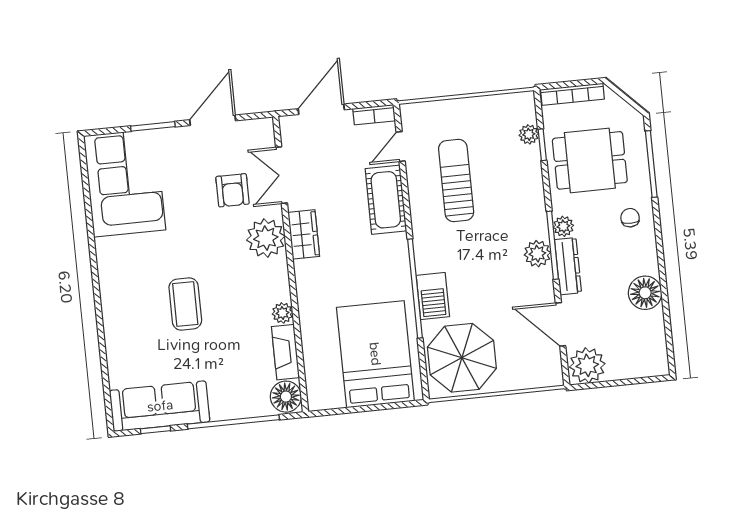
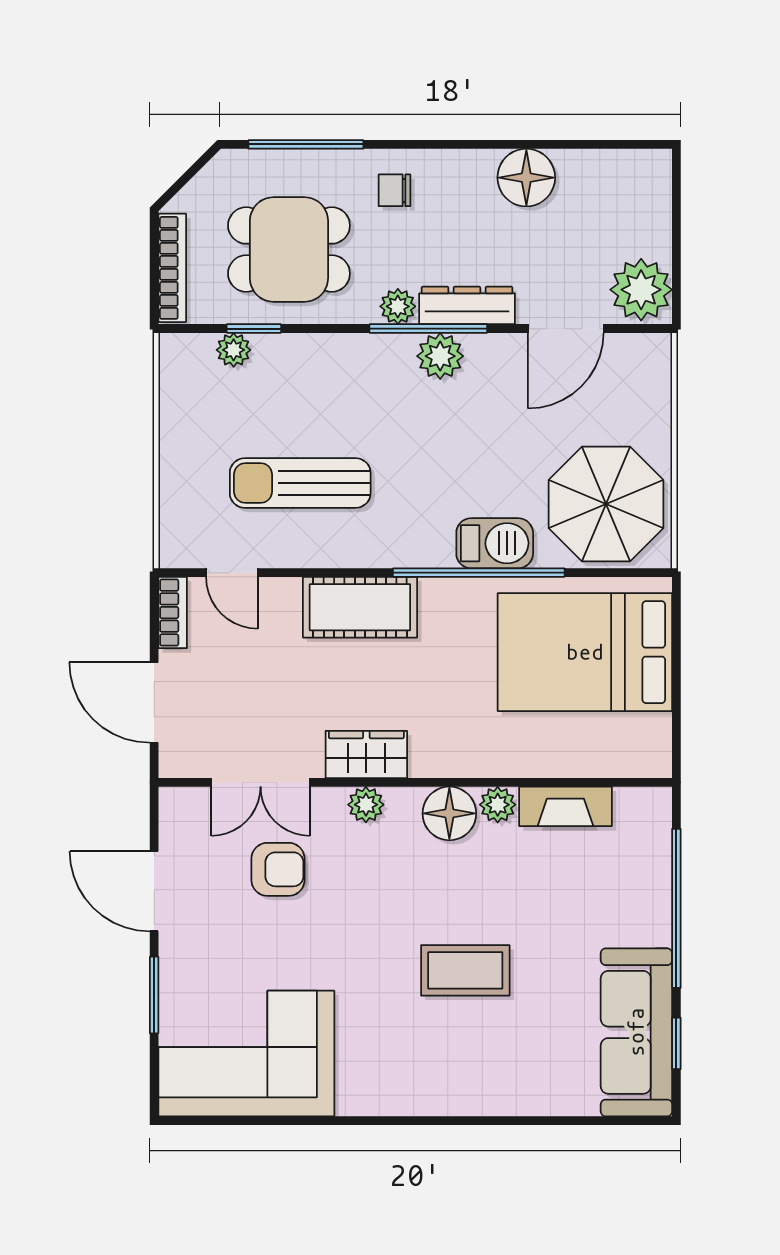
dining table: (590, 160) -> (289, 249), turned 90
cot: (386, 200) -> (360, 607), moved
plant: (266, 238) -> (366, 805), width x0.53, depth x0.53
floor lamp: (286, 397) -> (449, 813), moved

